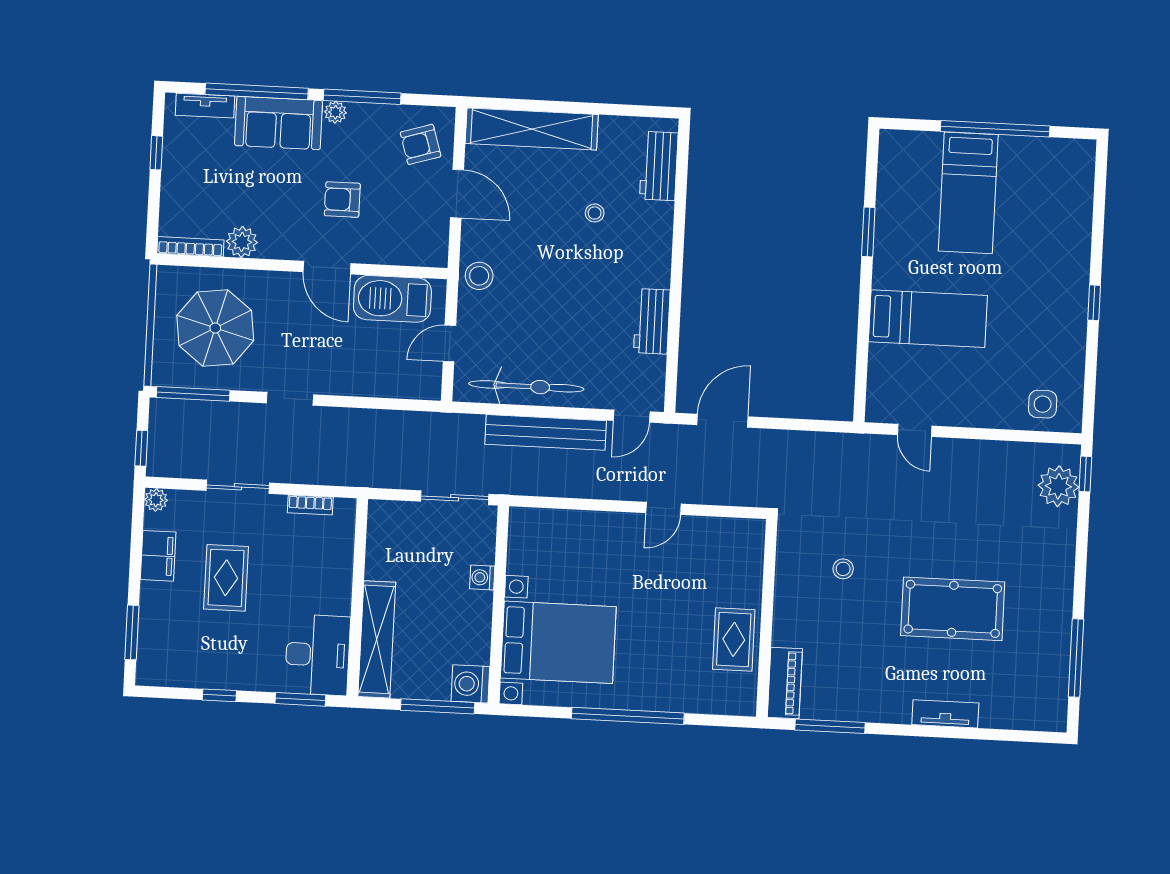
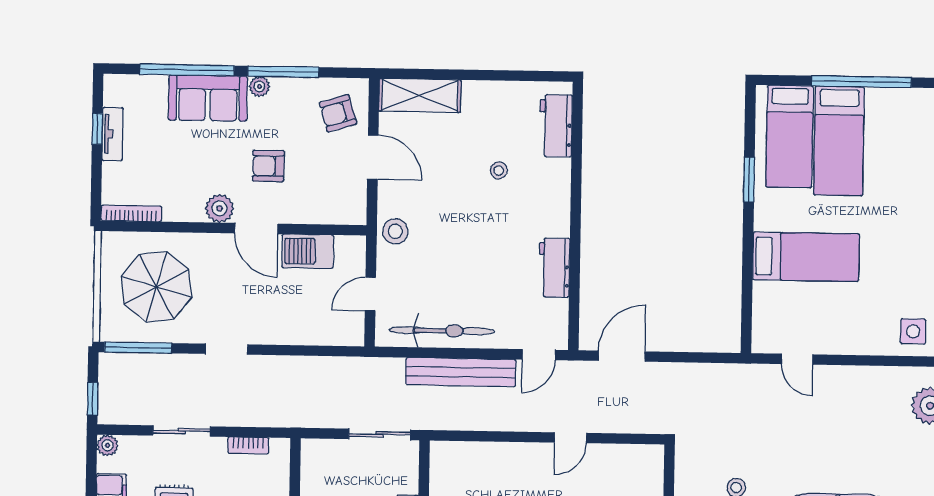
tv unit: (205, 106) -> (112, 134), moved, turned -90
shelving: (532, 129) -> (420, 95), width x0.68
bed: (914, 186) -> (790, 136), added
plant: (242, 242) -> (220, 208), moved
barbecue: (392, 299) -> (308, 251), width x0.73, depth x0.83

